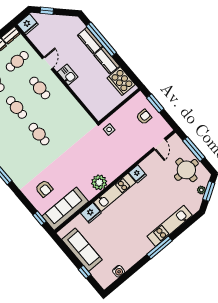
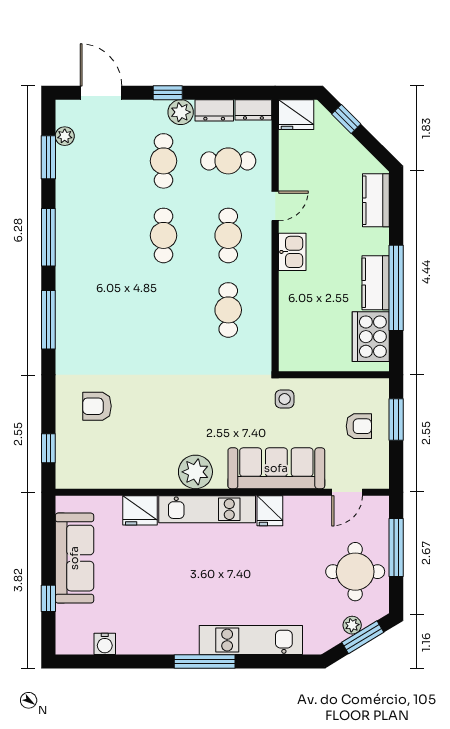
window: (101, 39) -> (396, 288), moved
kitchen counter: (90, 41) -> (376, 200), moved
cafe table: (39, 134) -> (228, 310), moved
armchair: (44, 189) -> (97, 406), turned 90
sofa: (65, 209) -> (276, 468), moved

